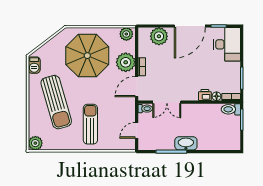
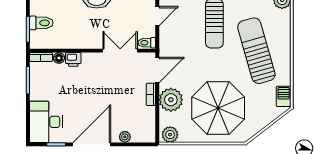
plant: (159, 36) -> (125, 137), width x0.53, depth x0.53
toilet: (231, 109) -> (41, 23), moved

